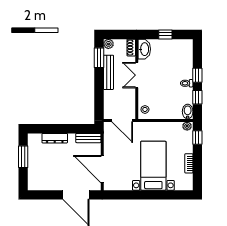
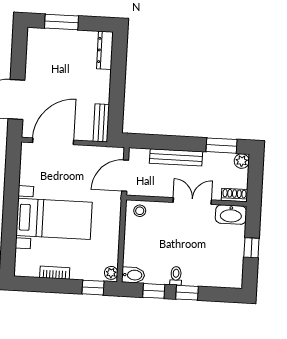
bench: (108, 72) -> (176, 157), moved
dresser: (55, 138) -> (105, 50), moved
window: (23, 157) -> (61, 22), moved

